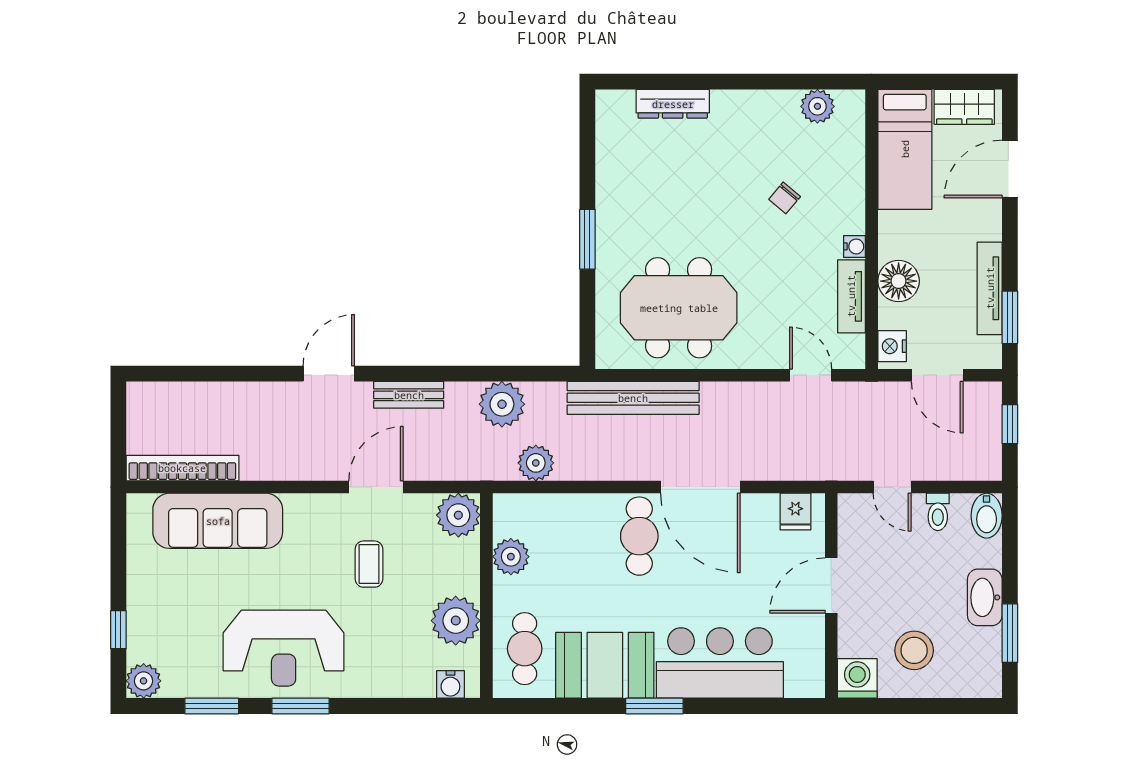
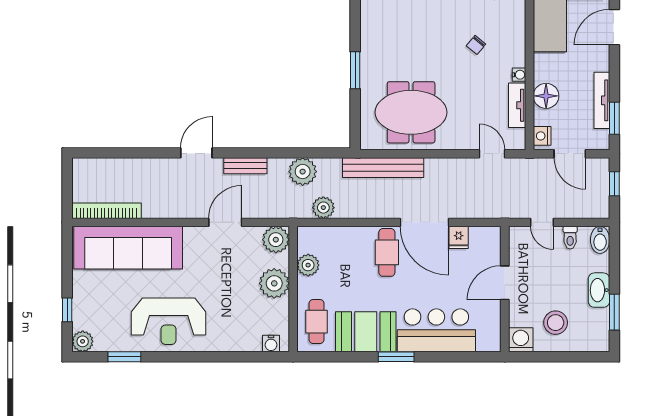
fridge: (795, 512) -> (459, 237), moved
sofa: (218, 521) -> (128, 248), width x1.36, depth x1.27
coffee table: (369, 564) -> (221, 270), removed
plant: (456, 621) -> (274, 283), moved
window: (300, 706) -> (179, 357), removed

